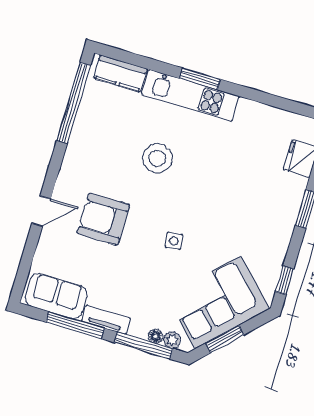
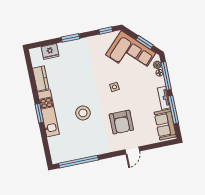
kitchen counter: (120, 73) -> (41, 79), moved
door: (41, 211) -> (132, 150), swing flipped

